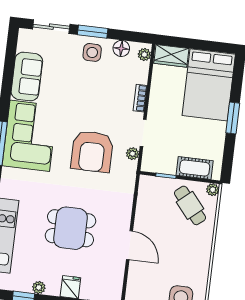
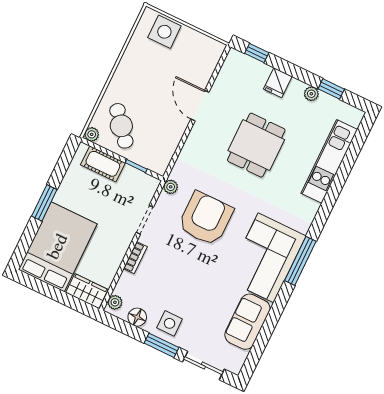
plant: (133, 154) -> (171, 187), moved
dining table: (70, 228) -> (256, 145), turned 90

